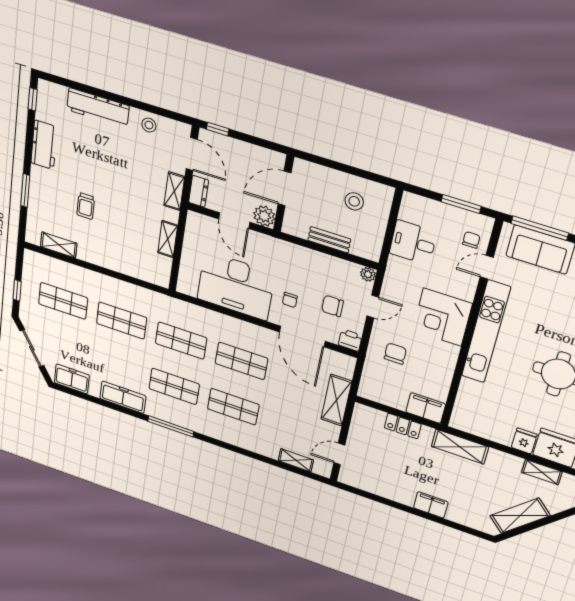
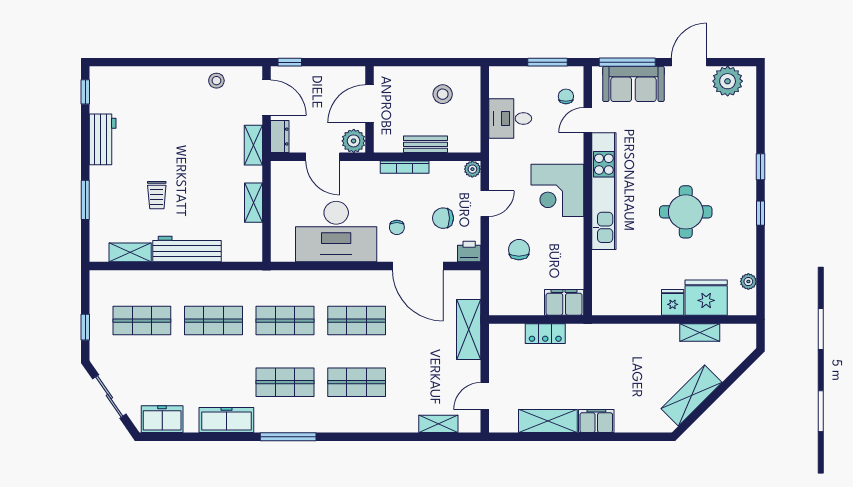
workbench: (98, 108) -> (187, 249), moved, turned 180
bookcase: (306, 253) -> (405, 167), added
shelving: (460, 447) -> (548, 421), moved

